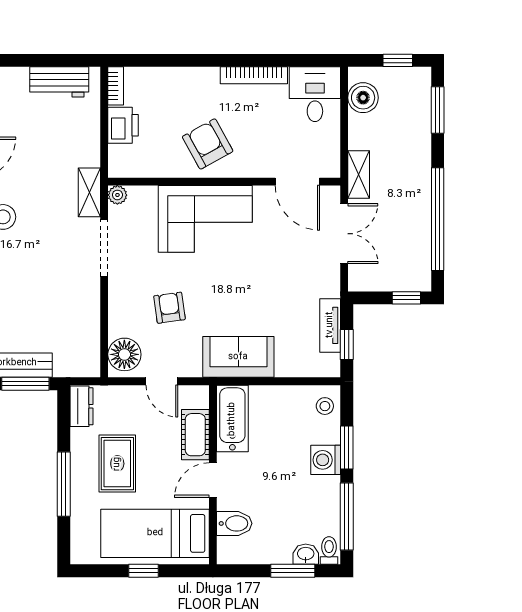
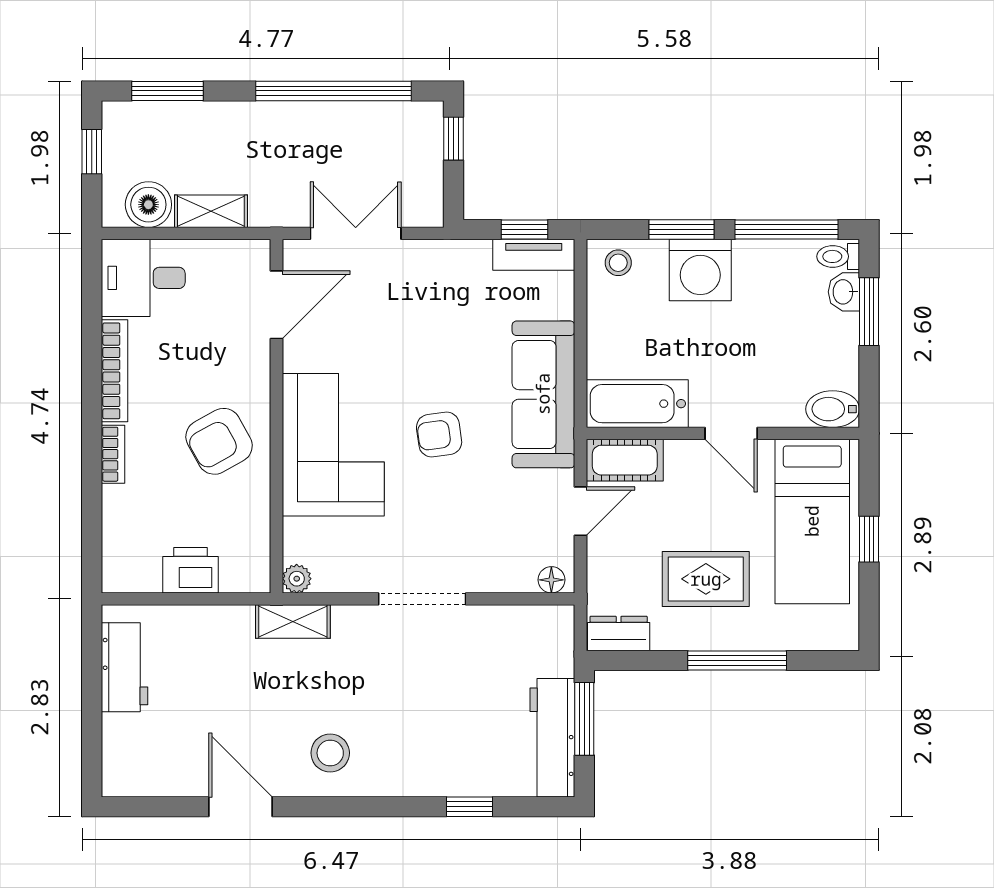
bookcase: (116, 86) -> (113, 454), moved, turned 90
shelving: (359, 174) -> (211, 211), moved
doorway: (104, 248) -> (422, 599), moved
armchair: (169, 308) -> (439, 435), moved
tv unit: (330, 325) -> (534, 255), moved
floor lamp: (124, 354) -> (551, 580), width x0.53, depth x0.53
sofa: (238, 357) -> (543, 394), width x1.36
cot: (195, 435) -> (625, 460), moved
washing machine: (326, 460) -> (700, 270), width x1.37, depth x1.37
bidet: (234, 523) -> (833, 409), moved, turned -90

